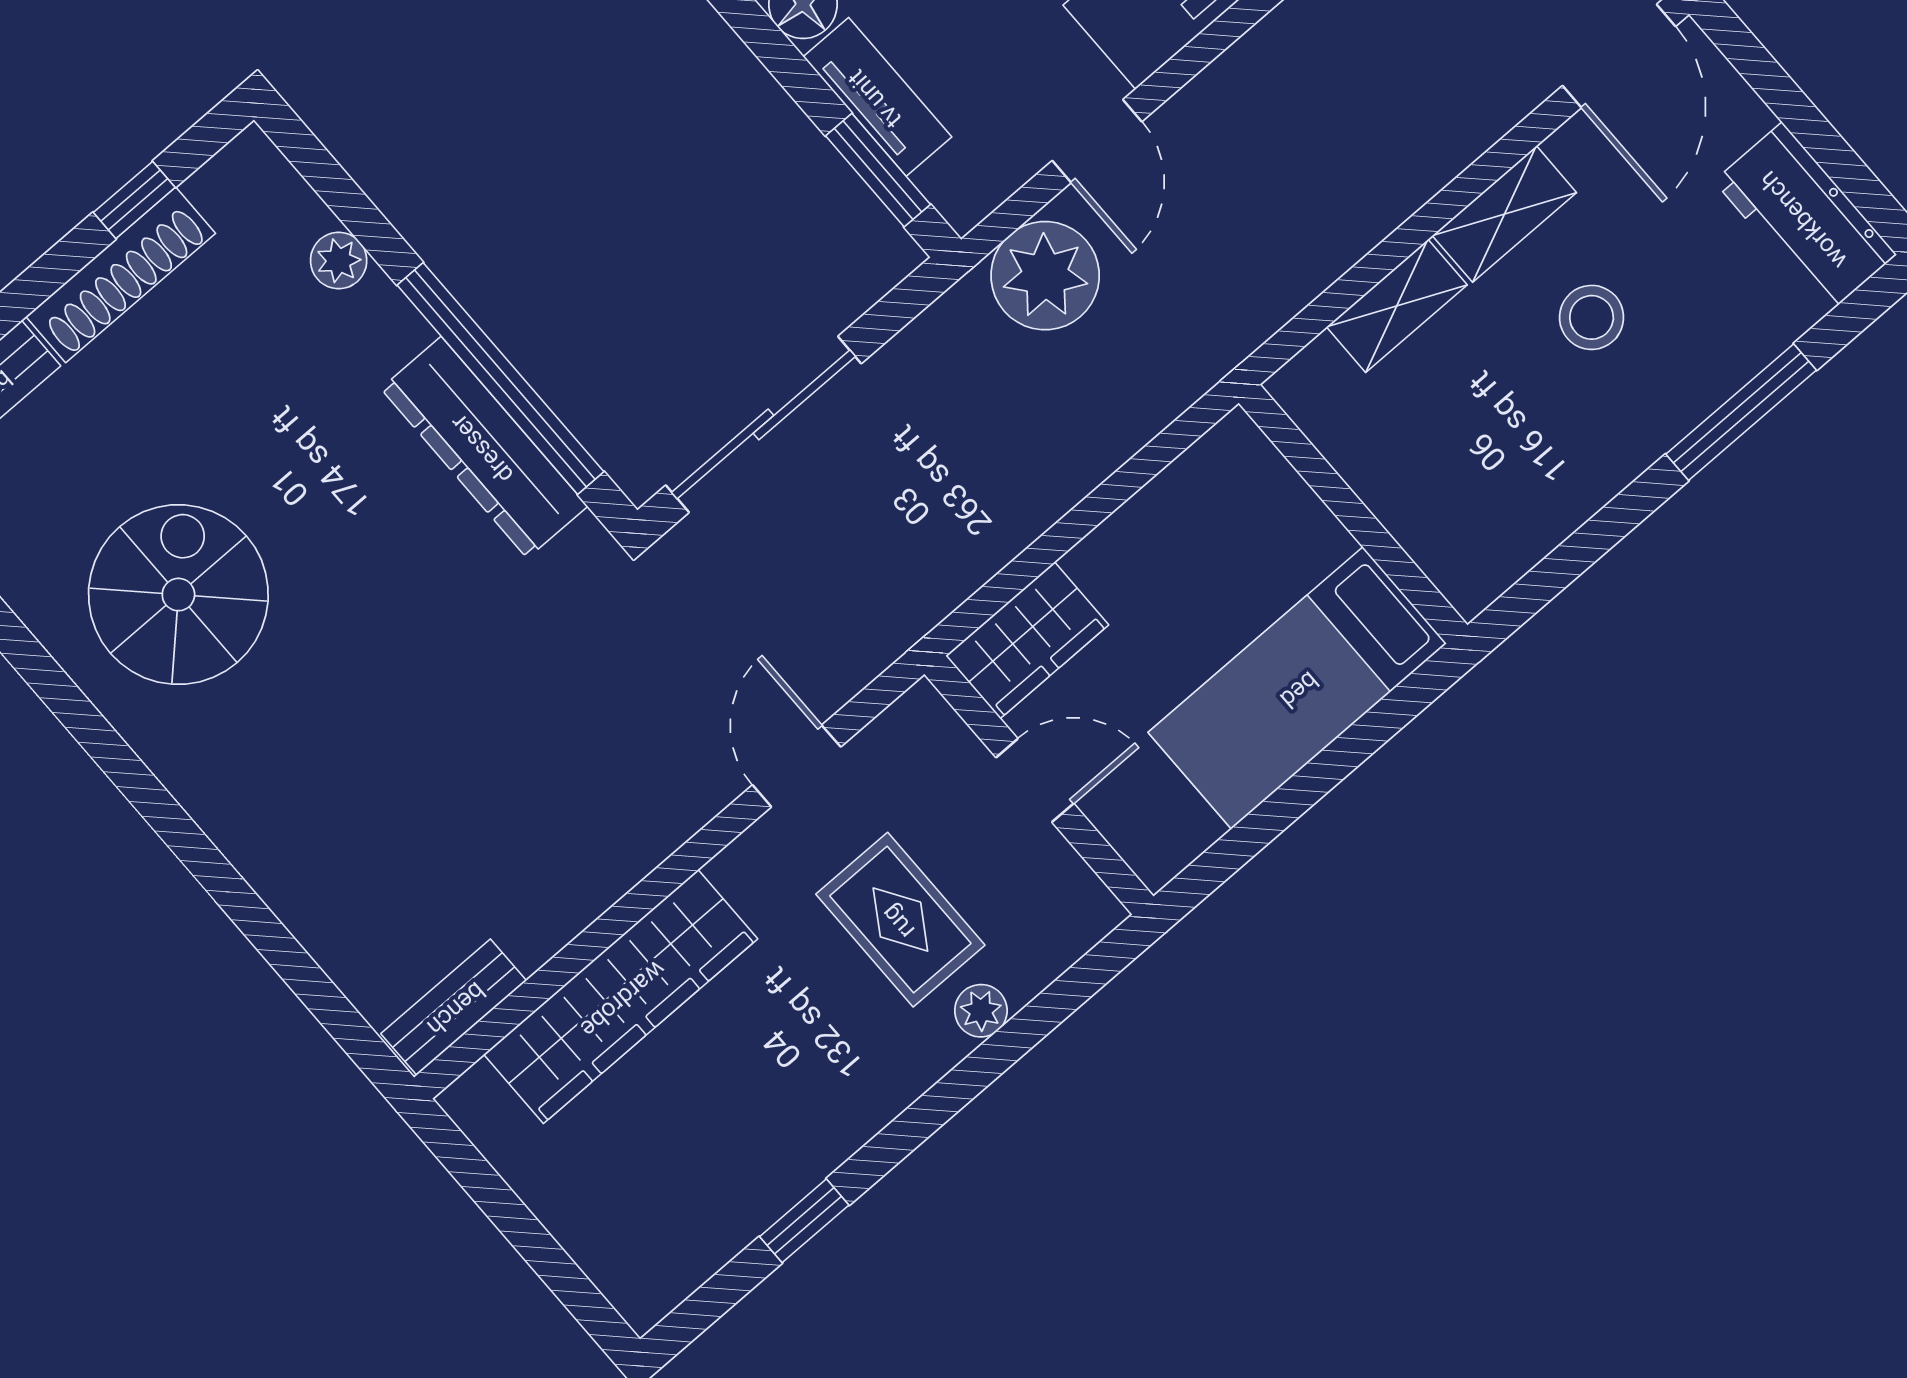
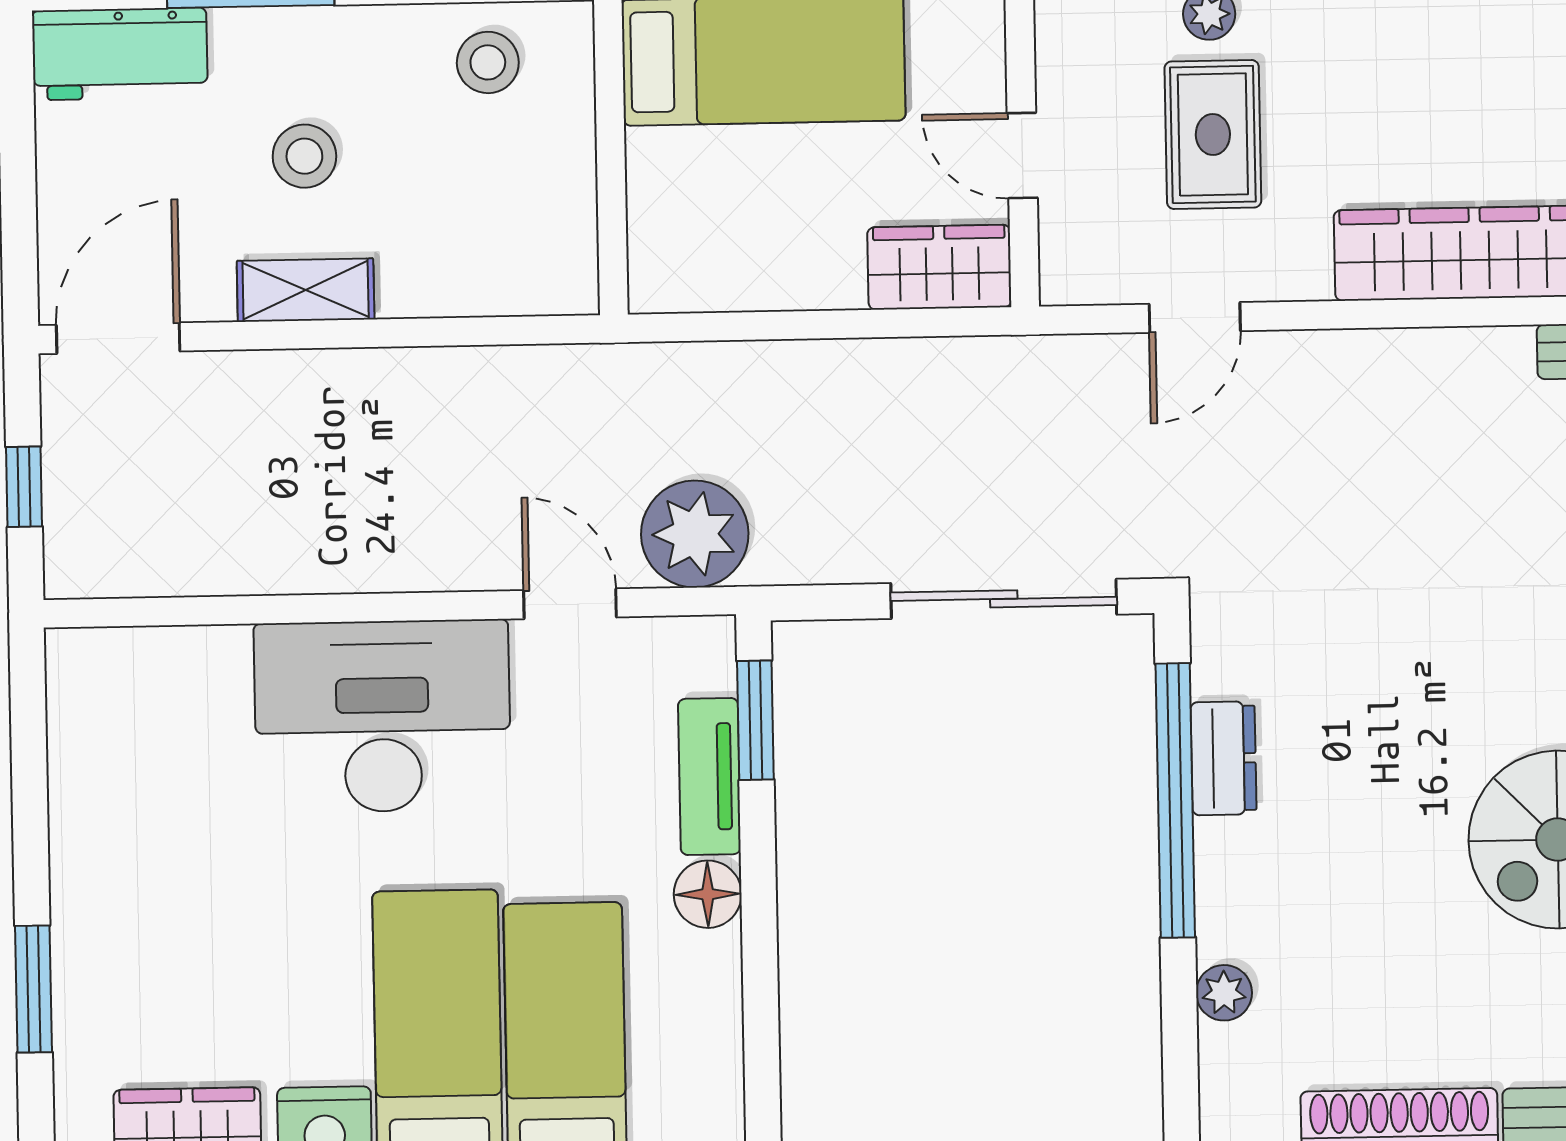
door: (1097, 141) -> (570, 604), hinge flipped
workbench: (1805, 218) -> (120, 54), moved, turned 90
shelving: (1397, 306) -> (446, 288), removed
dresser: (484, 447) -> (1223, 758), width x0.51, depth x0.80
stool: (1510, 508) -> (488, 62), added

